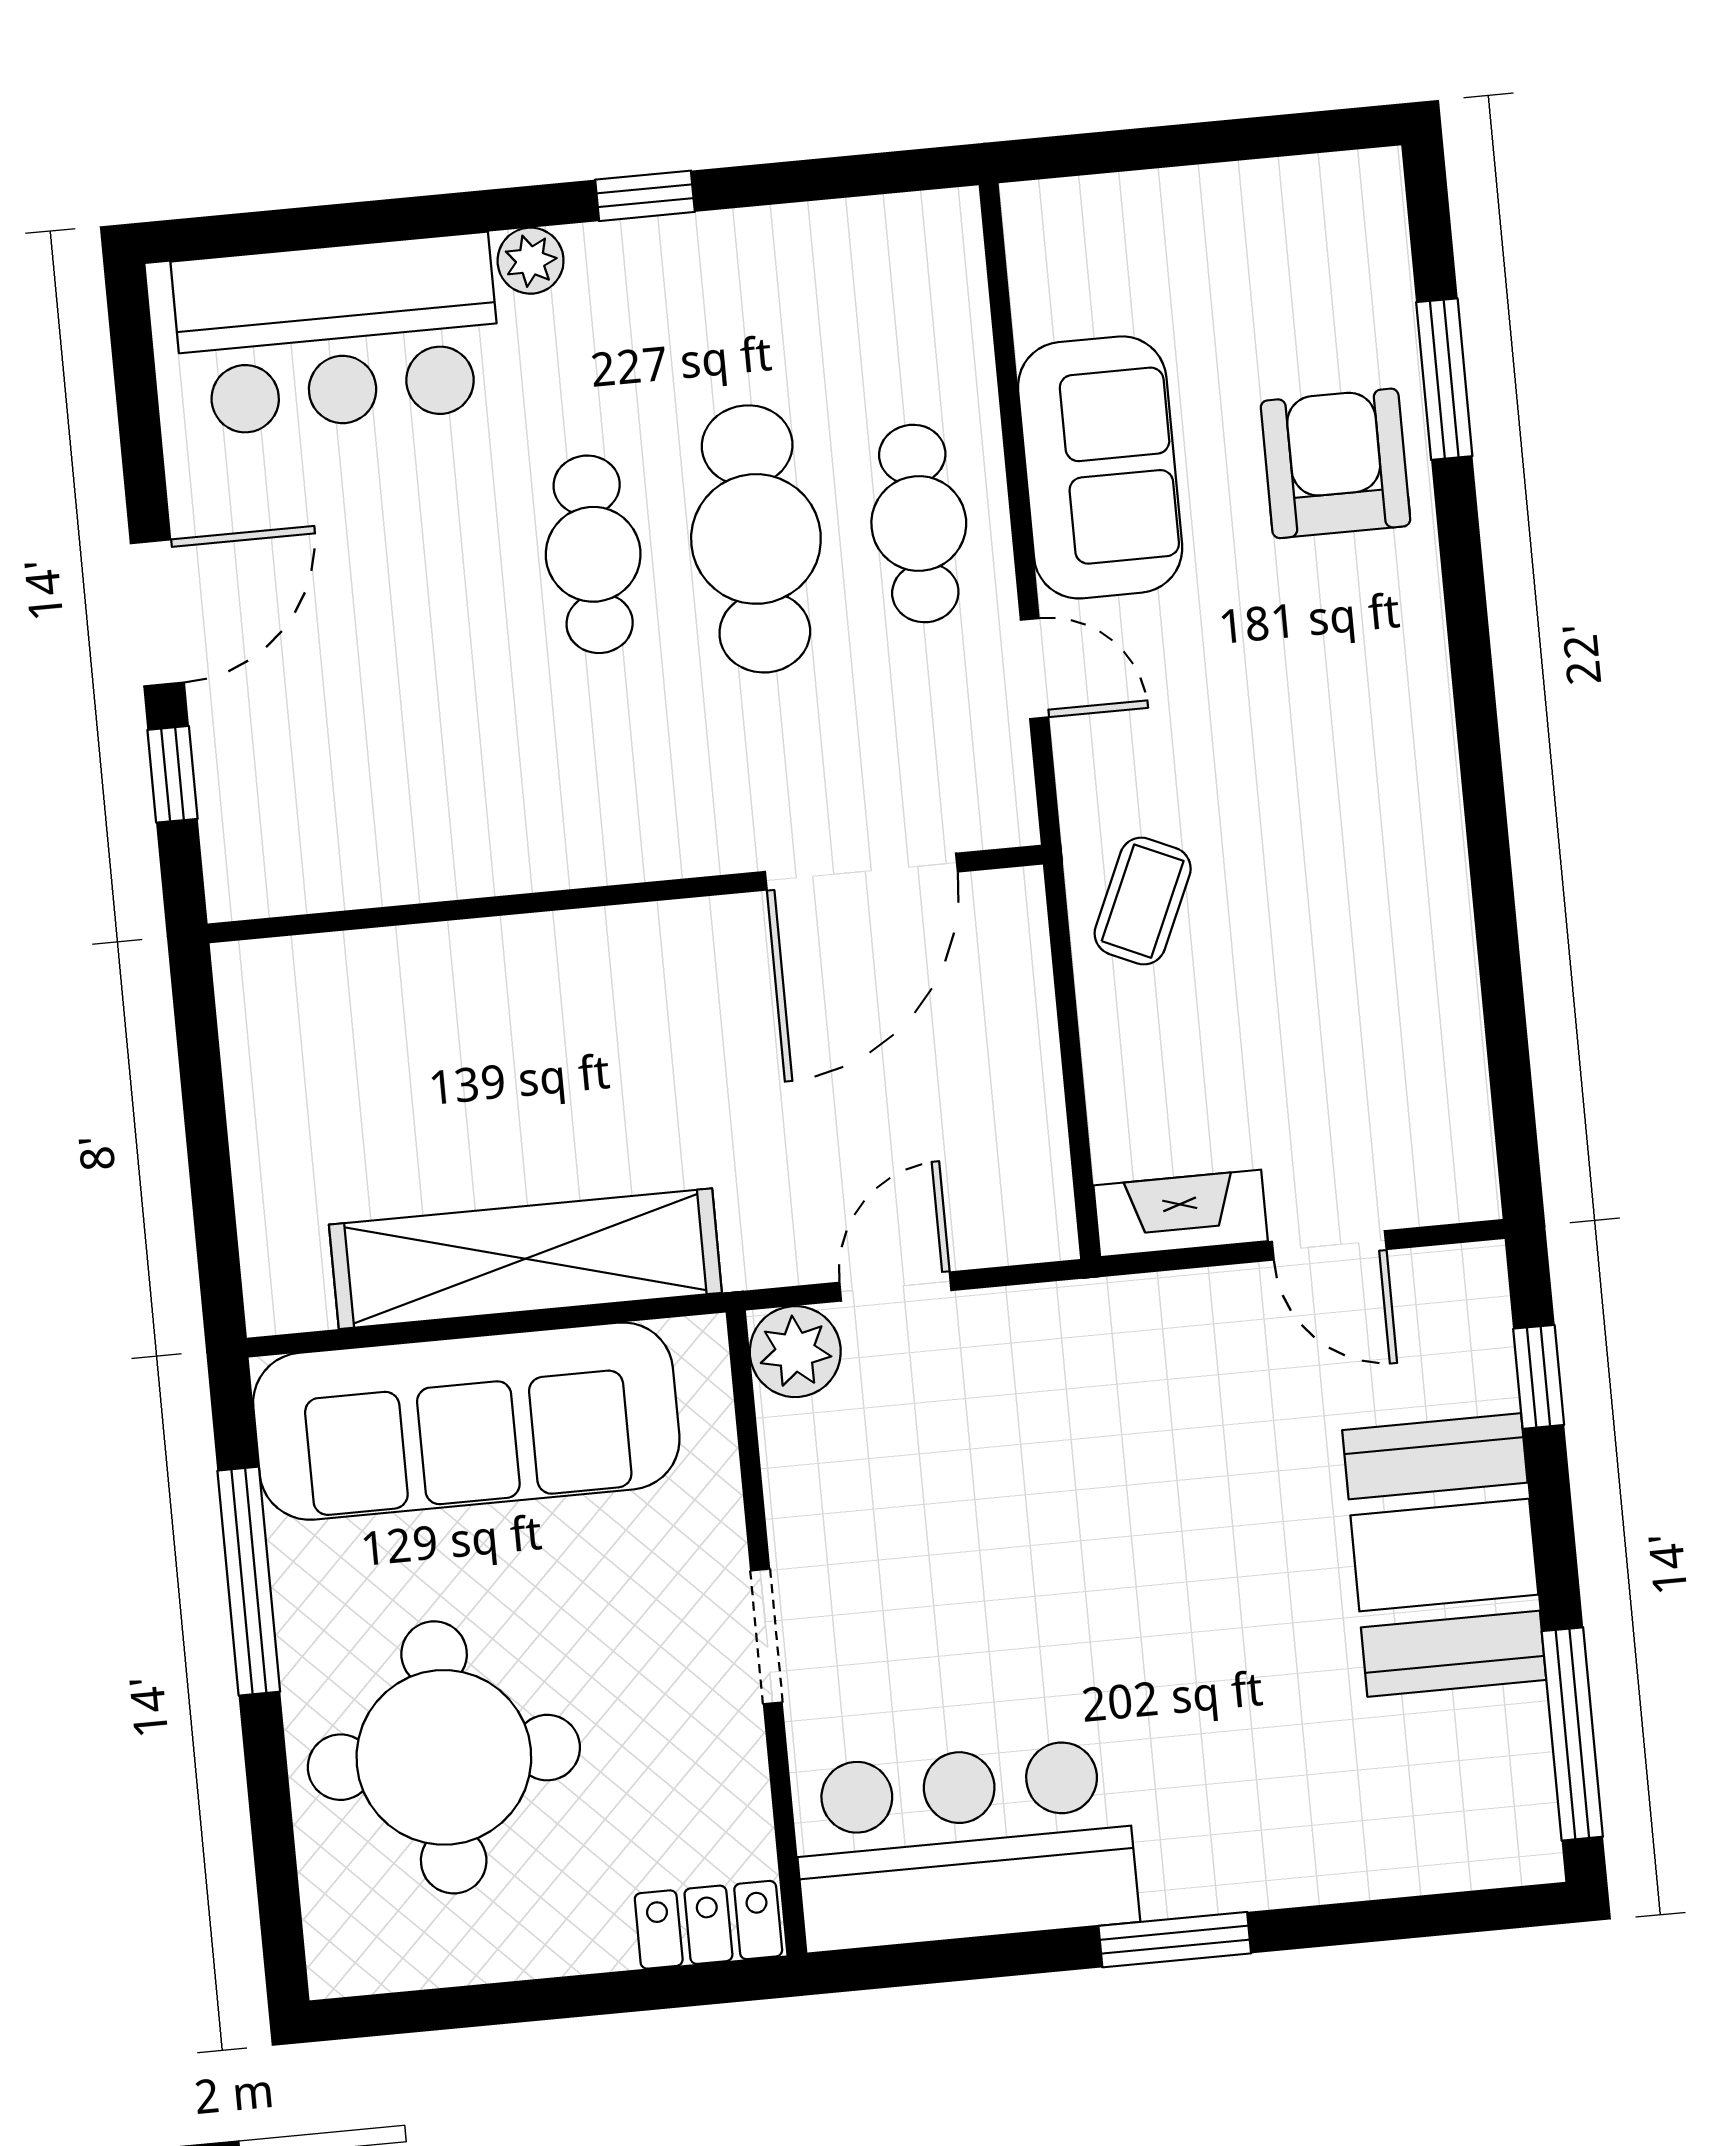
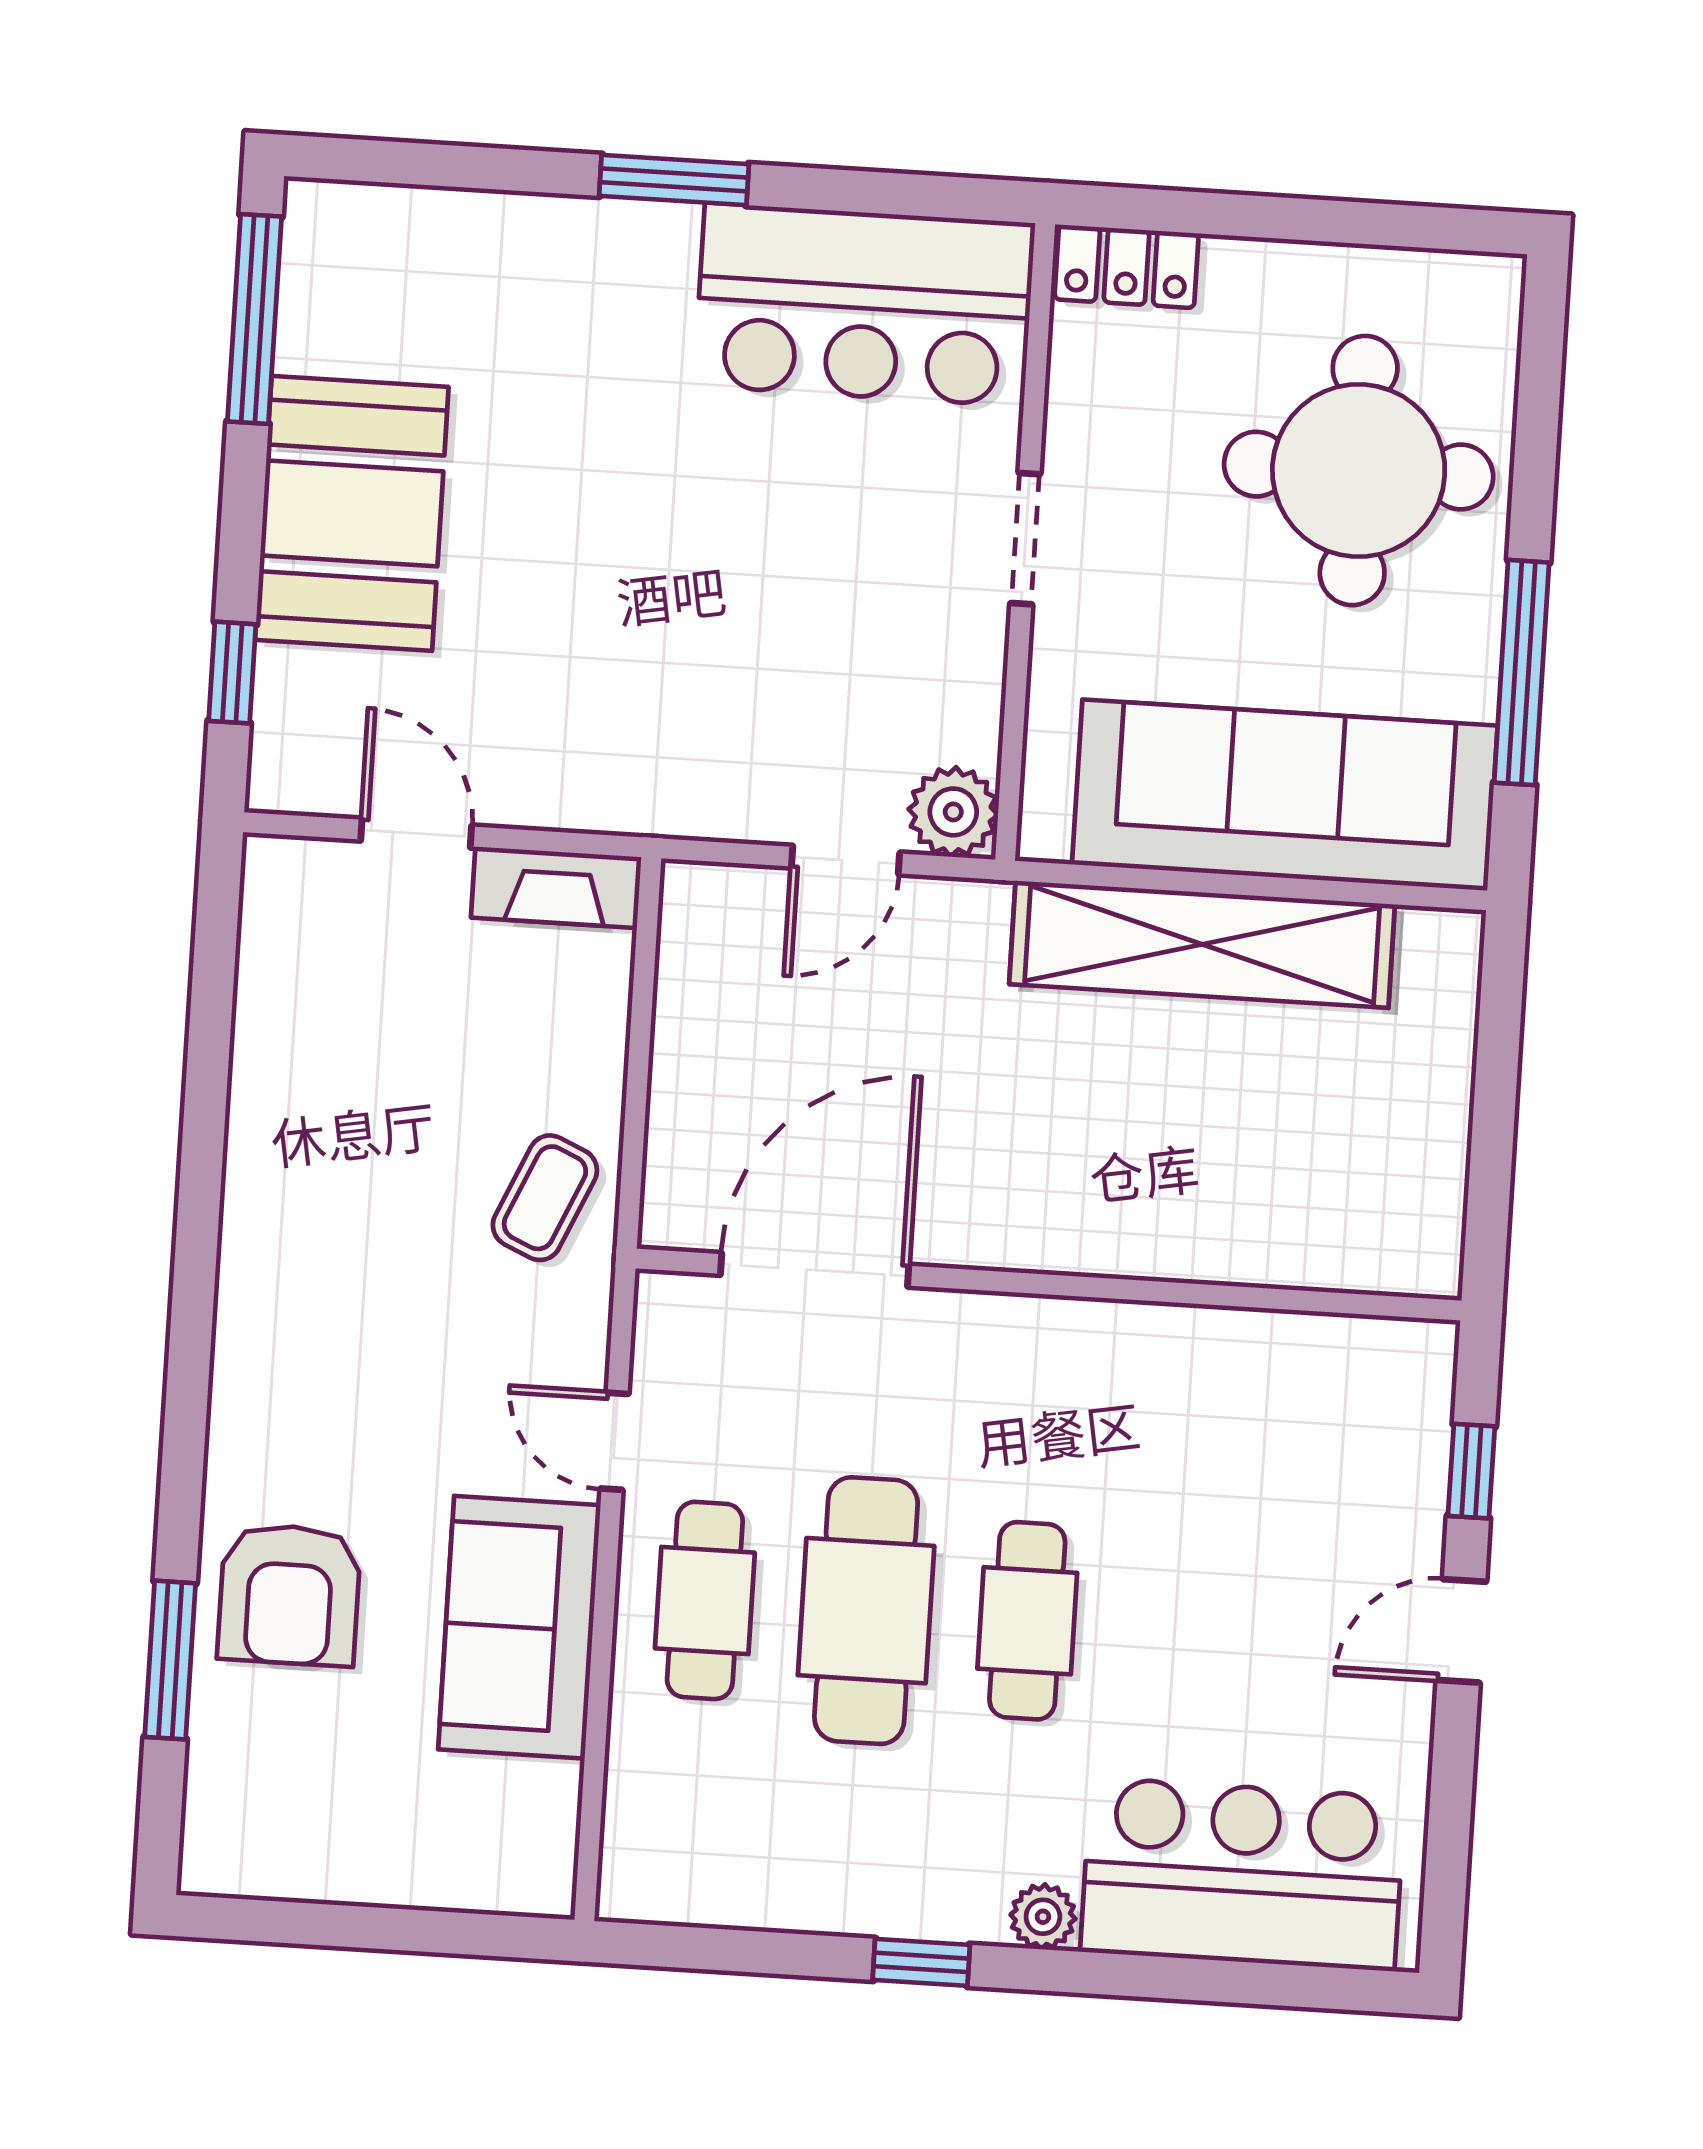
door: (157, 613) -> (1461, 1631), width x0.73

